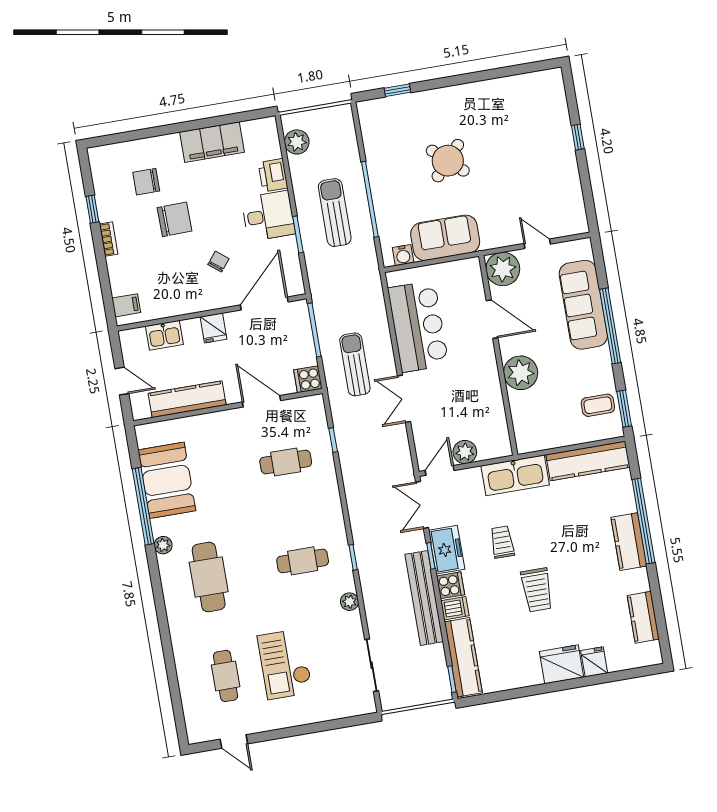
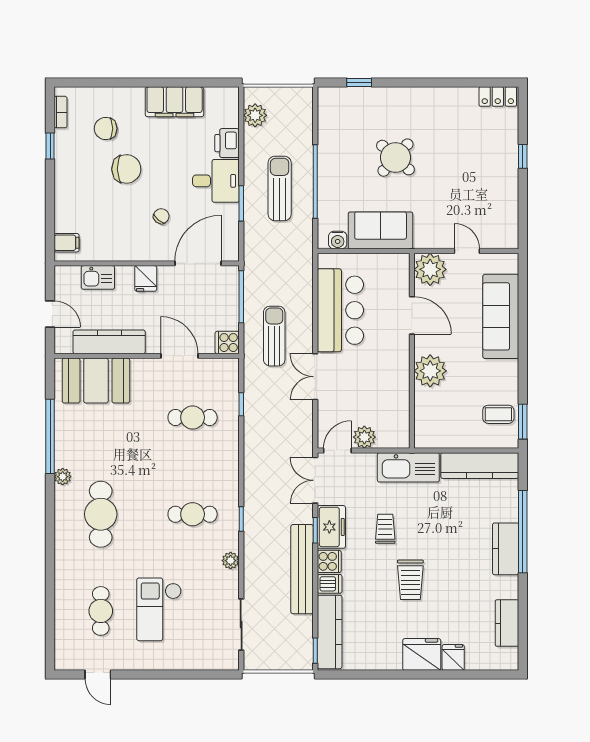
locker: (542, 80) -> (498, 97), added
bookcase: (109, 239) -> (61, 112), moved
window: (610, 326) -> (523, 341), removed
booth: (167, 480) -> (96, 381), moved, turned 90

